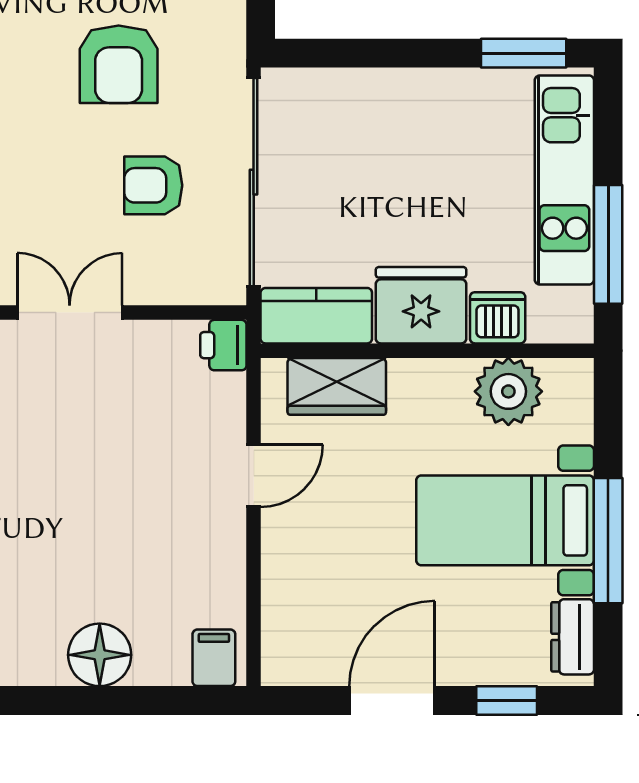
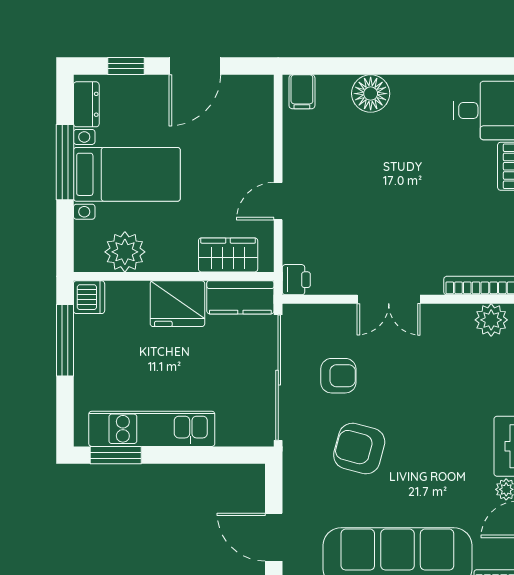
armchair: (119, 64) -> (359, 449), turned -75
kitchen unit: (564, 180) -> (152, 429), moved, turned -90
dishwasher: (498, 318) -> (89, 297), moved, turned -90

